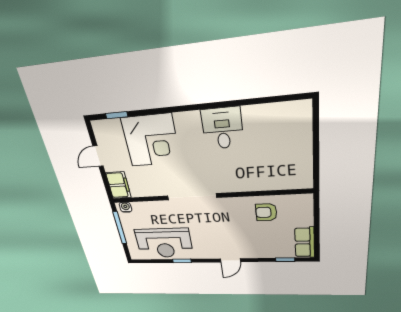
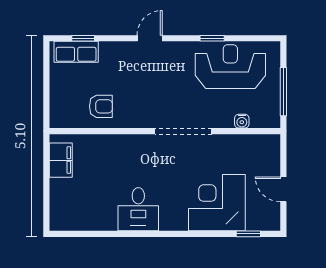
door: (98, 156) -> (283, 189), swing flipped
filing cabinet: (118, 185) -> (61, 160), moved, turned 180
water cooler: (126, 207) -> (242, 121), moved
row of seats: (305, 242) -> (76, 52), moved, turned 90

